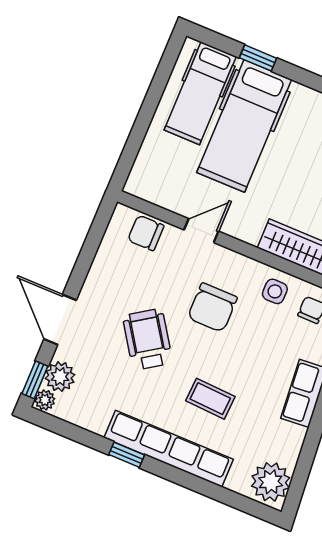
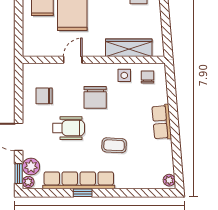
chair: (146, 233) -> (44, 96), moved
wheelchair: (148, 339) -> (68, 128), turned 124
row of seats: (169, 449) -> (79, 180), moved
plant: (271, 482) -> (169, 180), width x0.53, depth x0.53

